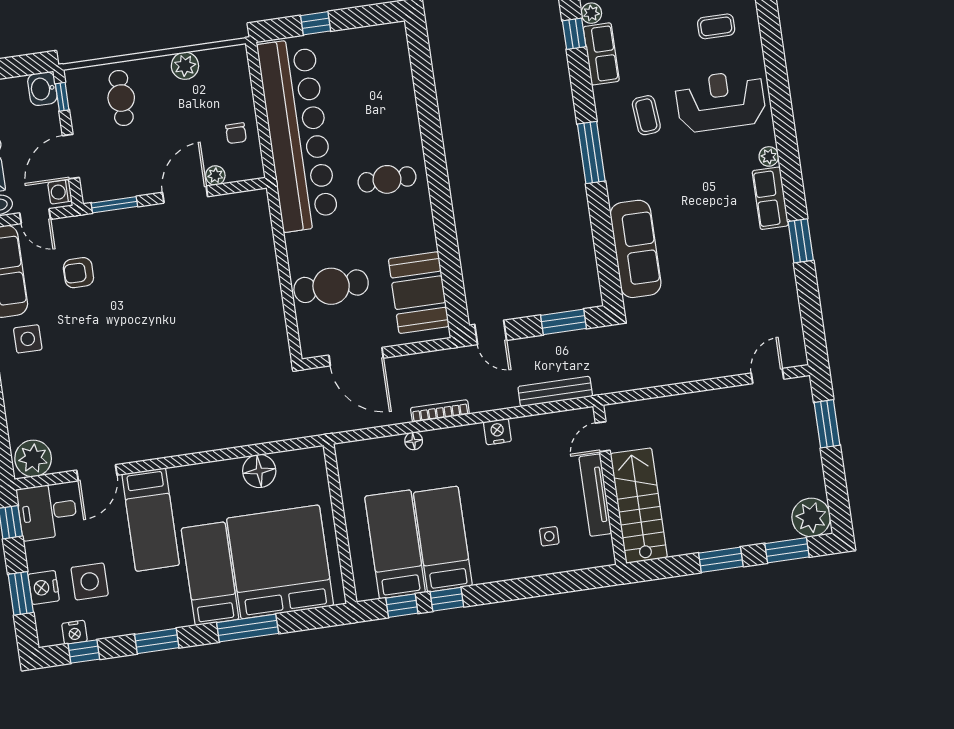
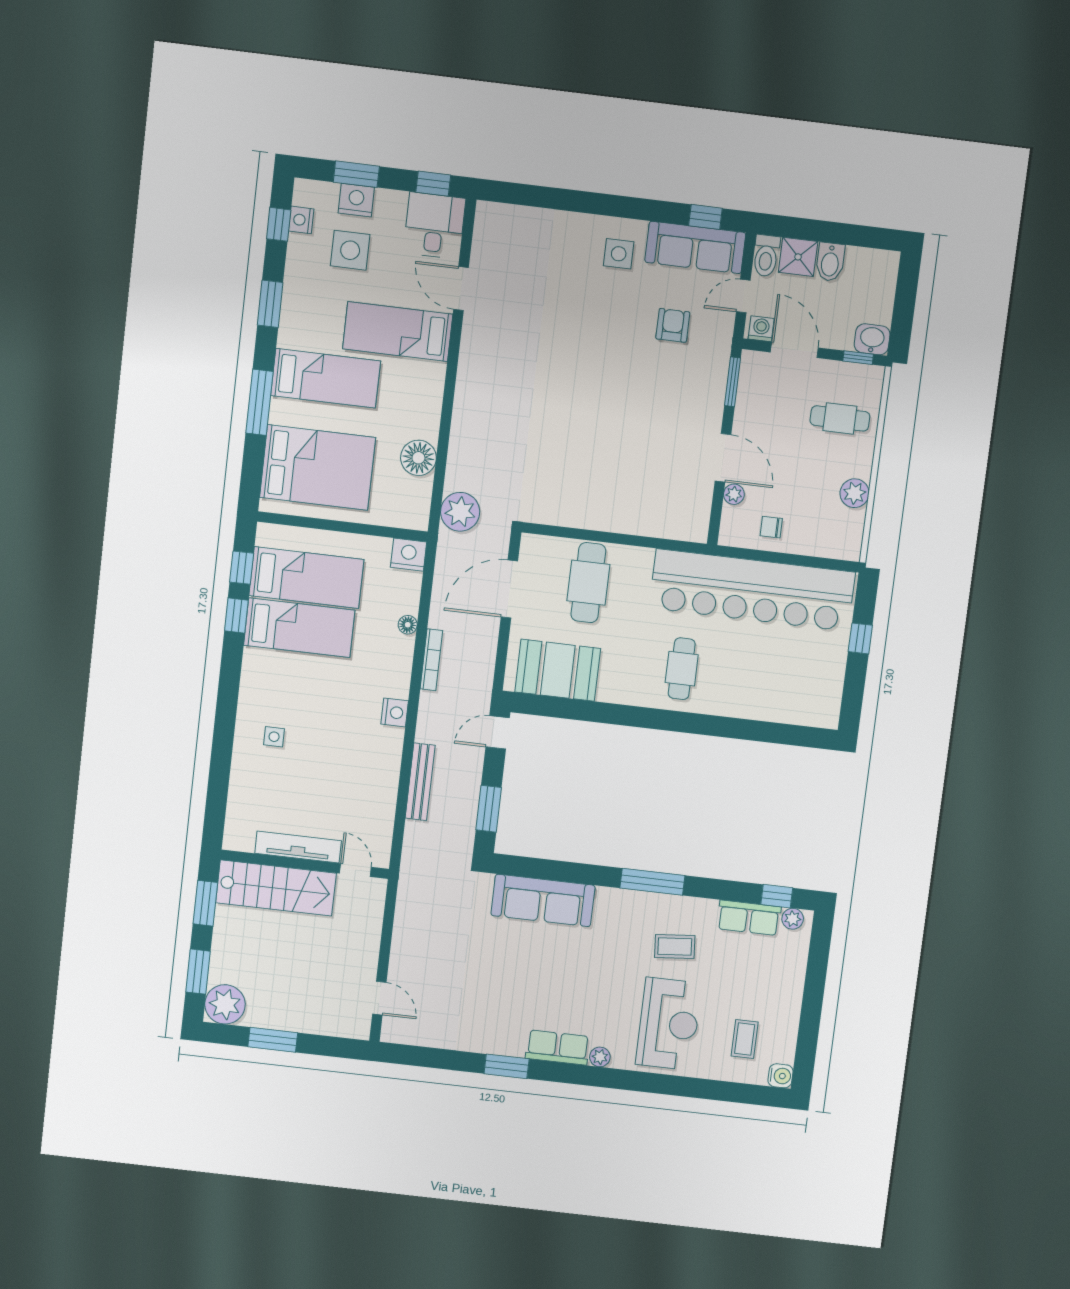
window: (827, 424) -> (273, 1040), moved
door: (603, 437) -> (355, 870), moved
nightstand: (349, 457) -> (409, 555), added
plant: (33, 458) -> (460, 512), moved
wall: (610, 485) -> (305, 864), moved
tv unit: (595, 495) -> (298, 847), moved
stairs: (639, 506) -> (276, 888), moved
bed: (280, 562) -> (318, 467), width x0.73

